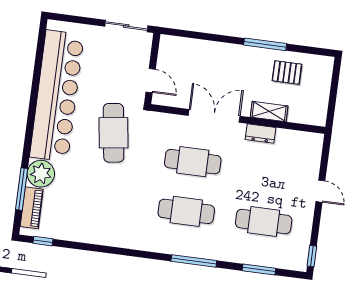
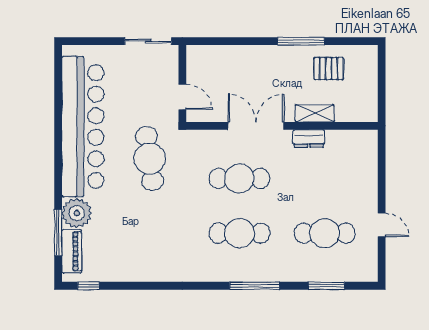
door: (320, 191) -> (382, 225), moved
window: (312, 256) -> (382, 264), removed

